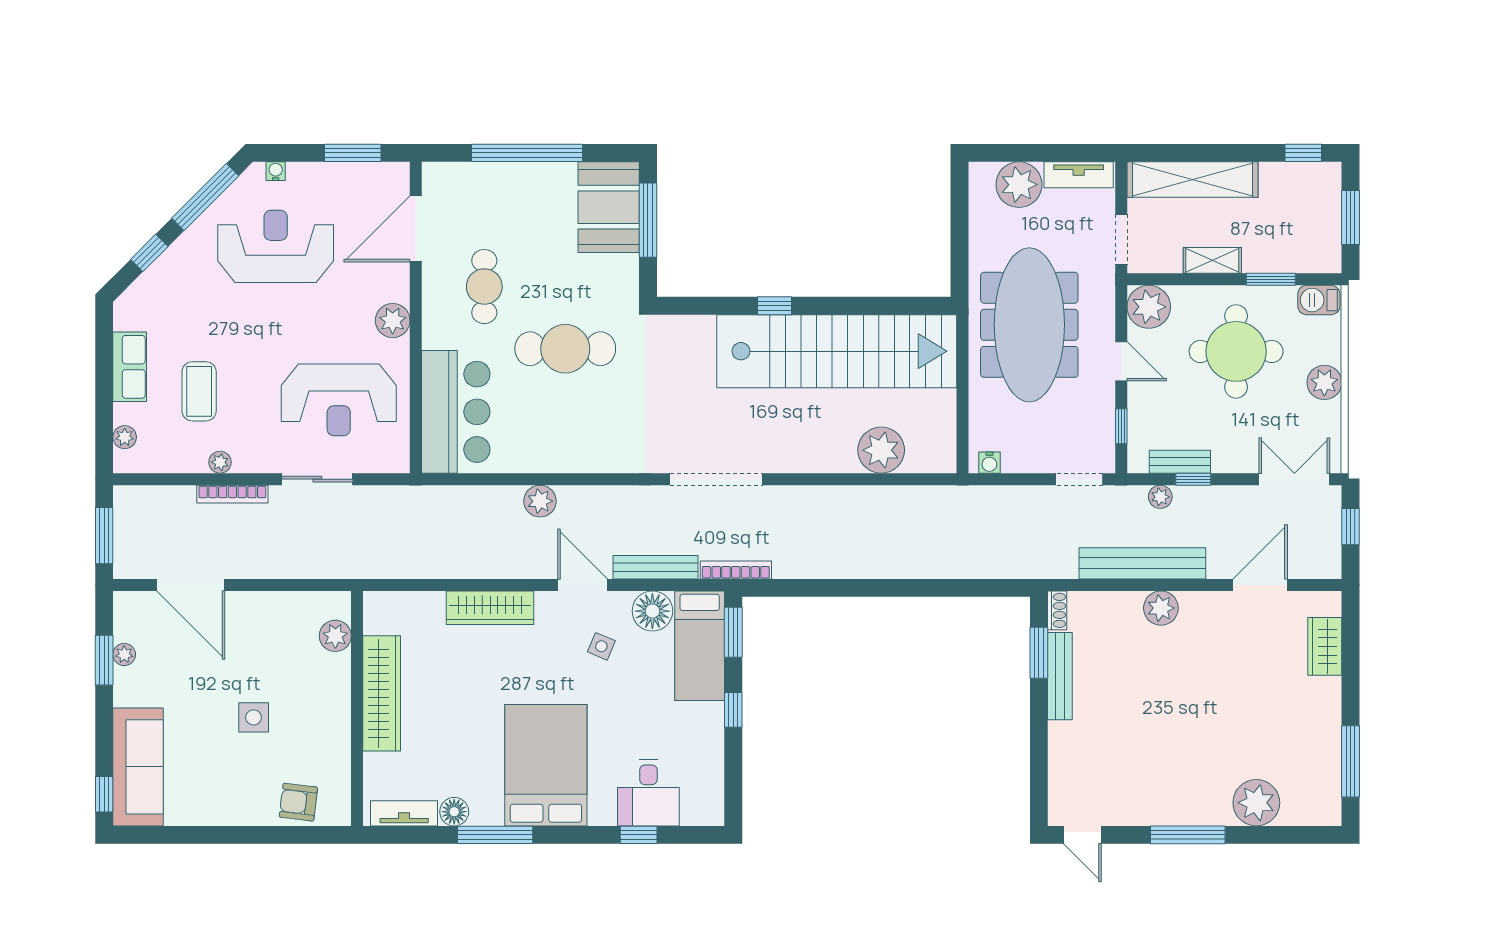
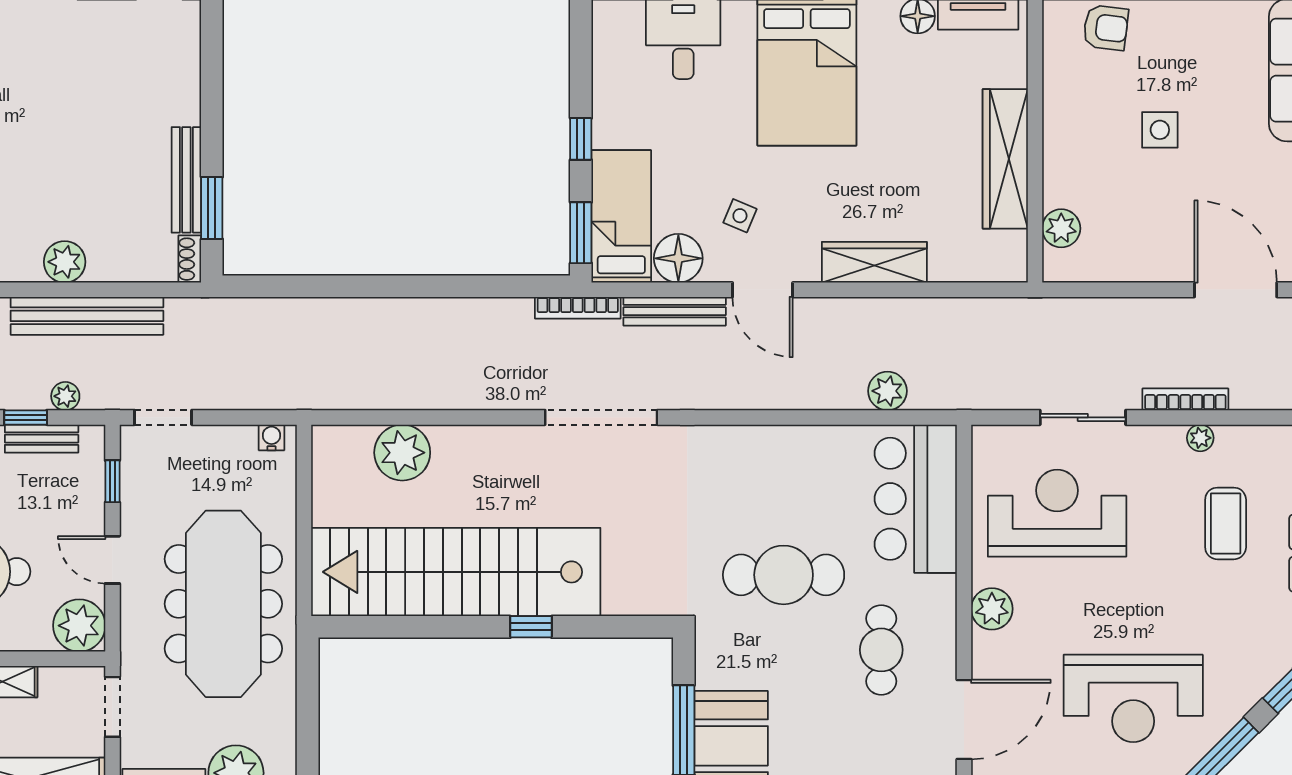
plant: (540, 501) -> (887, 391), moved

